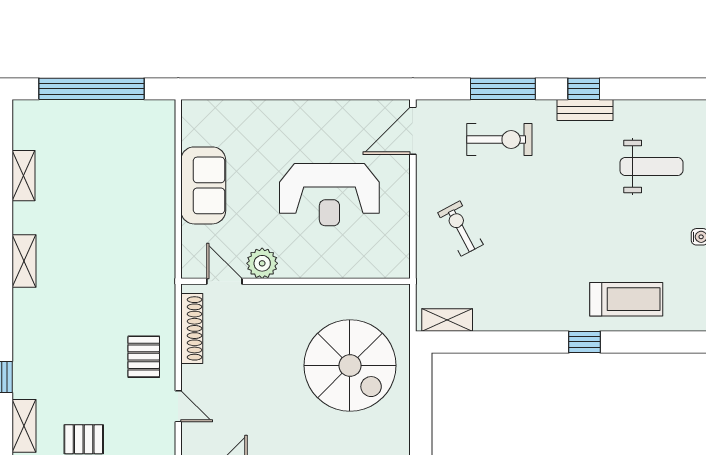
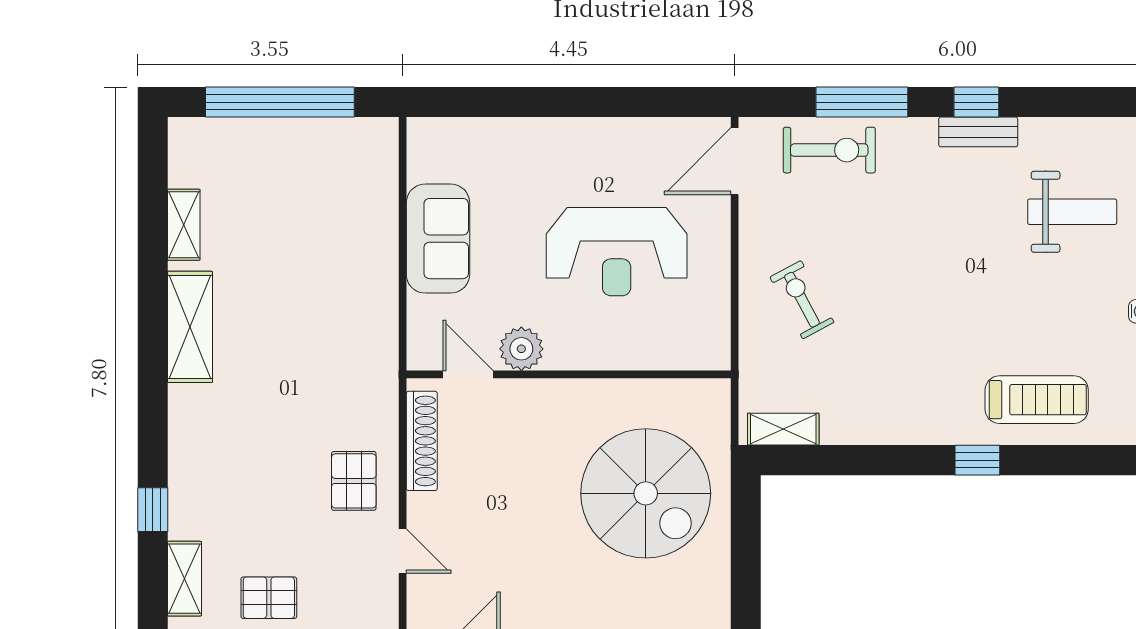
exercise bike: (499, 139) -> (829, 150), moved
shelving: (24, 261) -> (190, 327), width x1.50, depth x1.33

